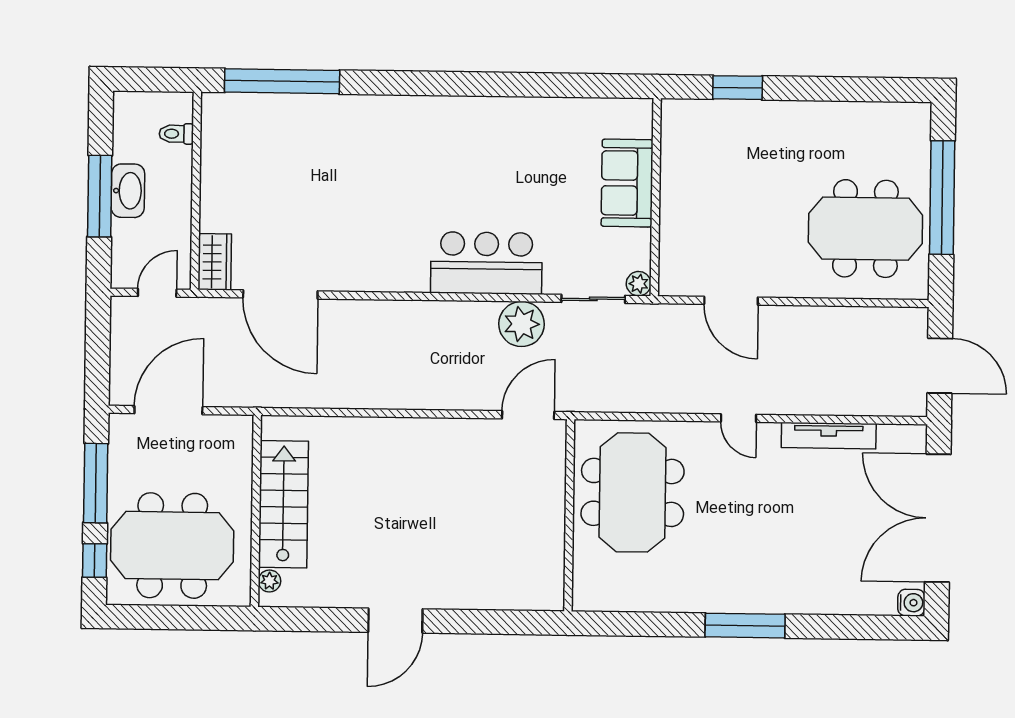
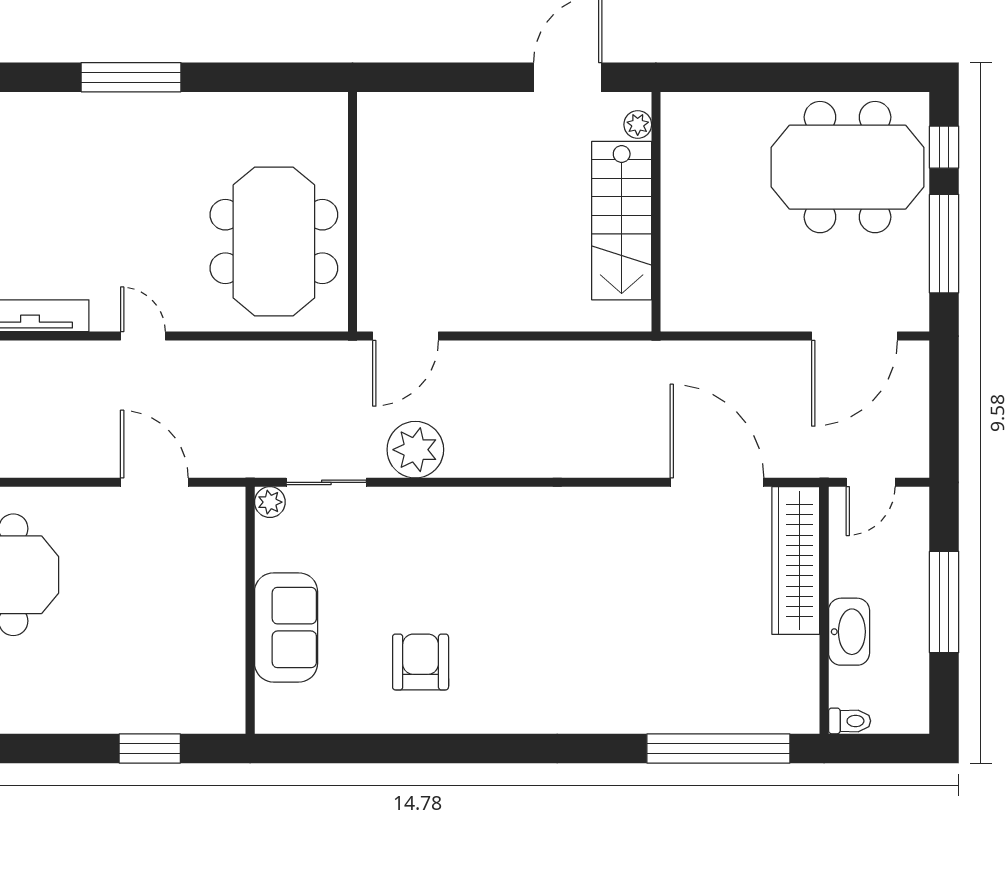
toilet: (176, 134) -> (850, 721), moved
armchair: (520, 154) -> (421, 662), added
washbasin: (128, 191) -> (849, 632), moved, turned 180
wardrobe: (215, 262) -> (796, 561), width x2.10, depth x1.17
bar counter: (486, 263) -> (460, 525), removed
stairs: (283, 504) -> (622, 221), moved
wall: (256, 511) -> (656, 212), moved
plant: (269, 581) -> (638, 125), moved

